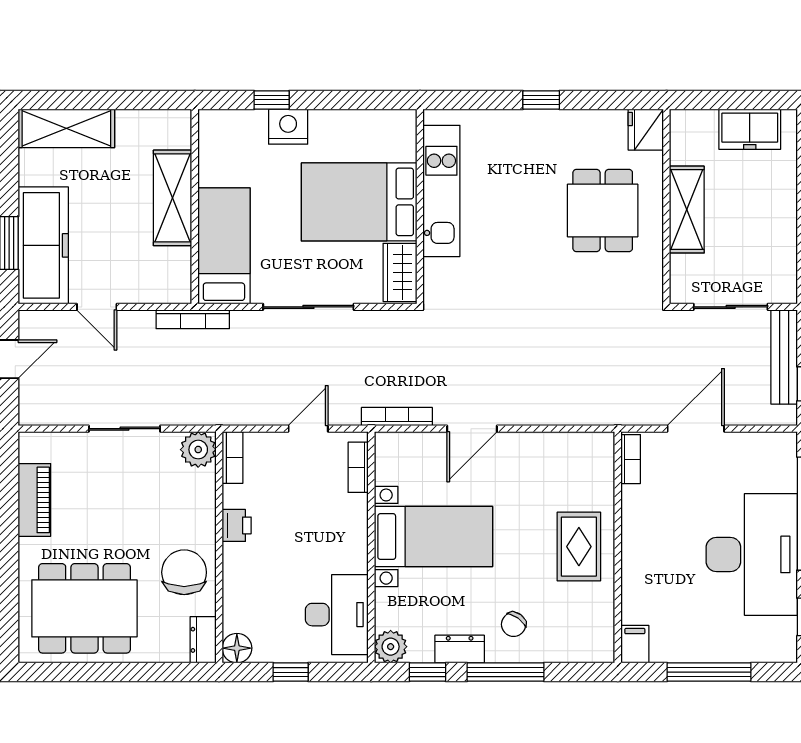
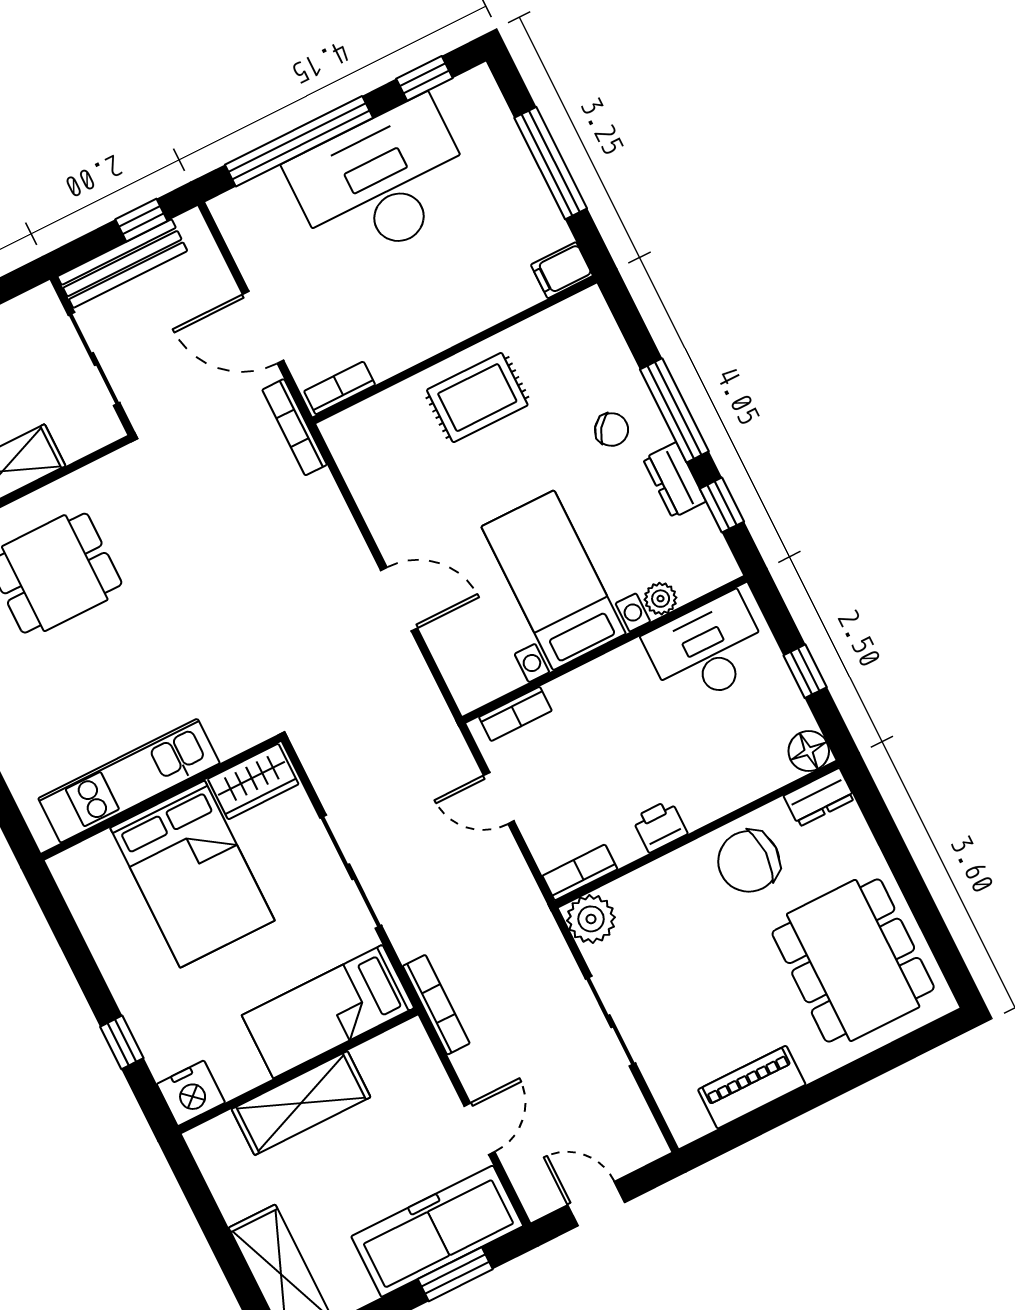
nightstand: (288, 127) -> (191, 1093), moved, turned -90
bookcase: (397, 417) -> (295, 427), moved
plant: (391, 647) -> (661, 599), moved, width x0.73, depth x0.73

